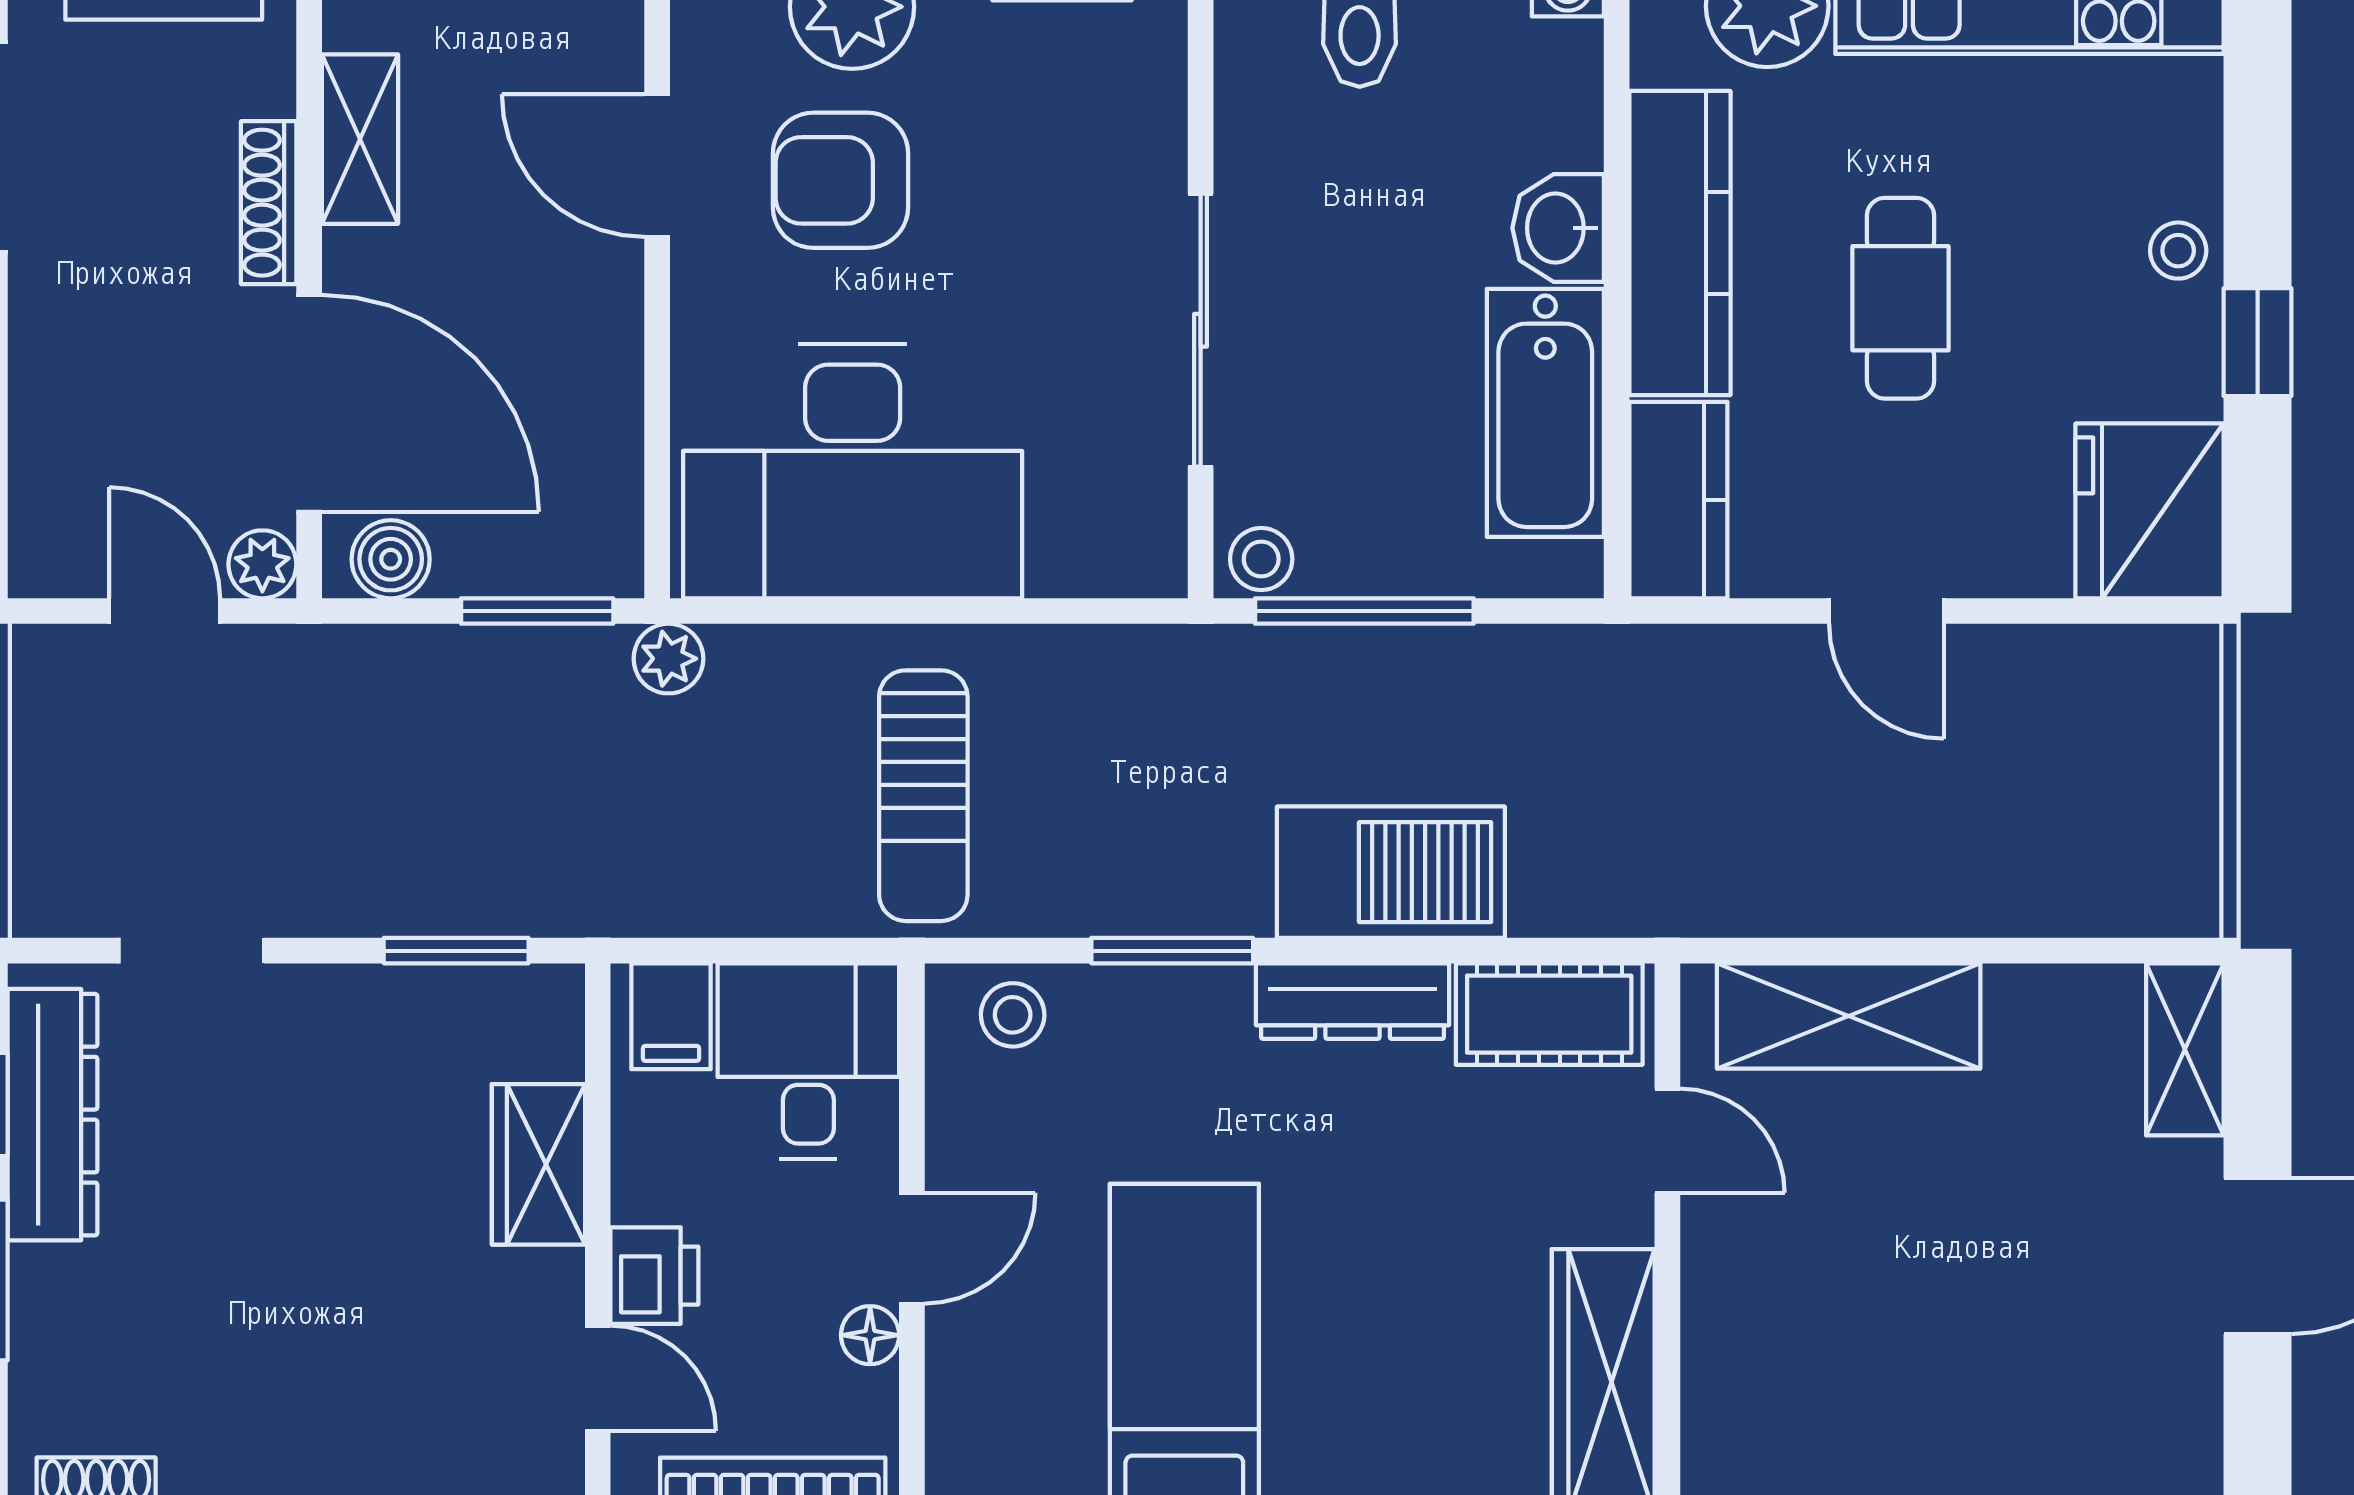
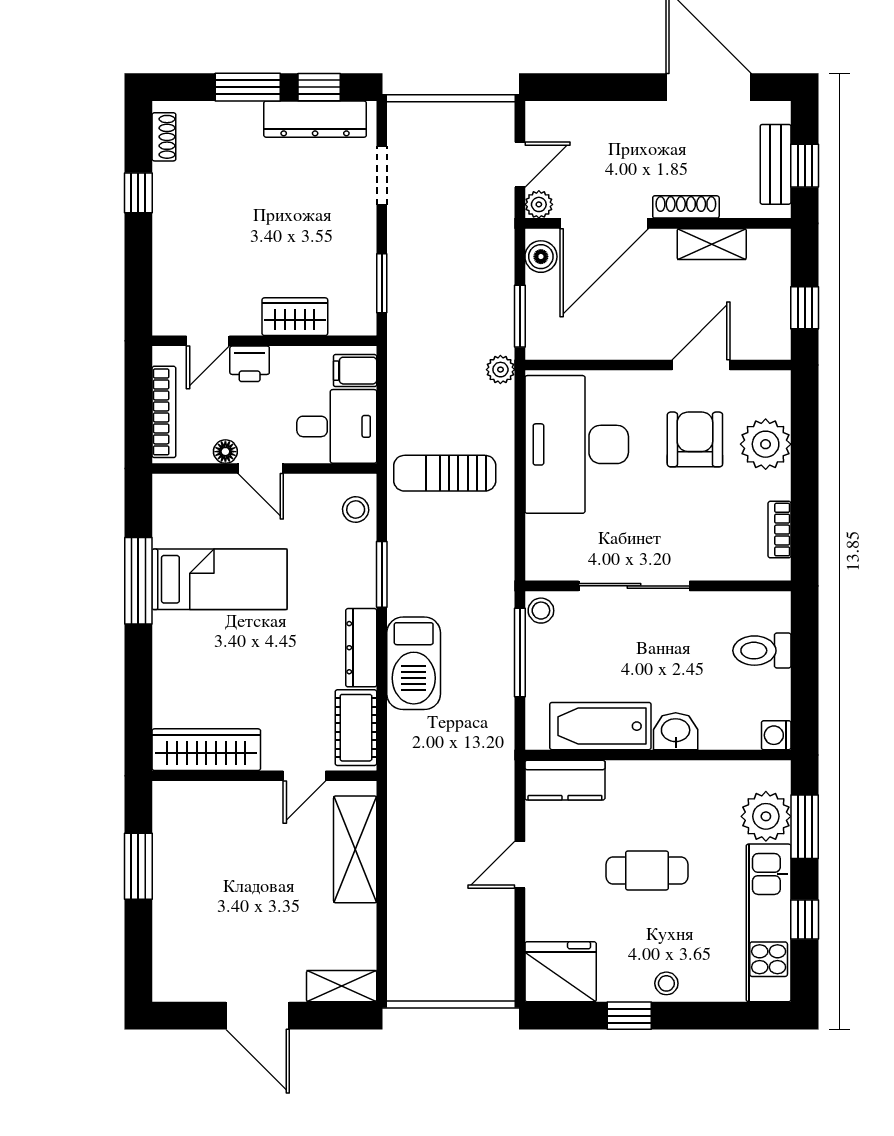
kitchen counter: (1680, 243) -> (669, 781), removed

